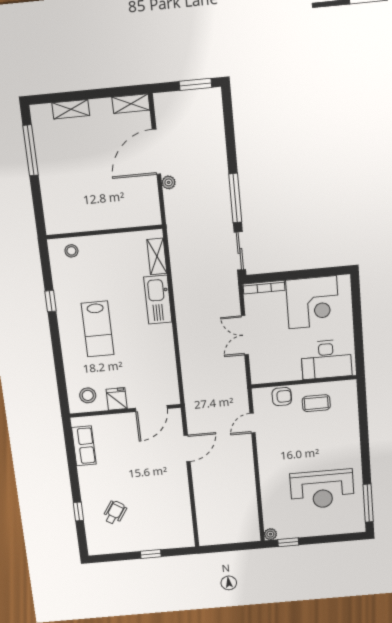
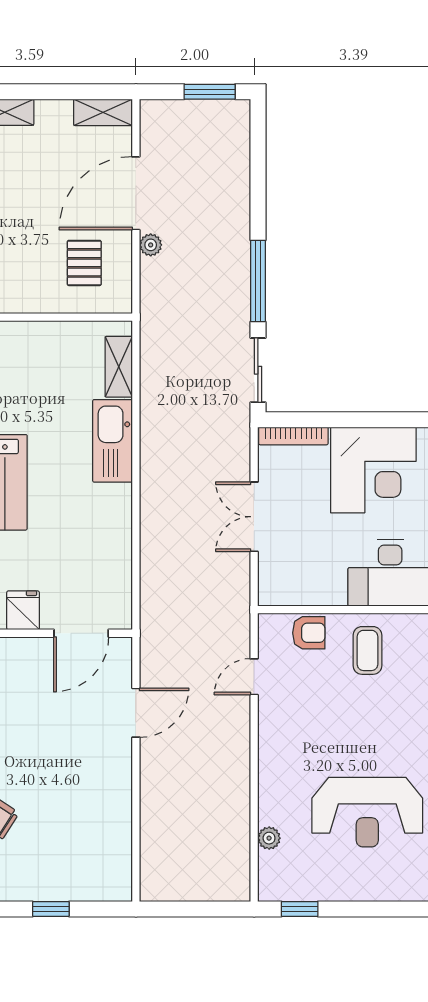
pallet: (130, 197) -> (84, 263), added
coffee table: (316, 403) -> (367, 650), turned 90
plant: (270, 534) -> (269, 838), moved

